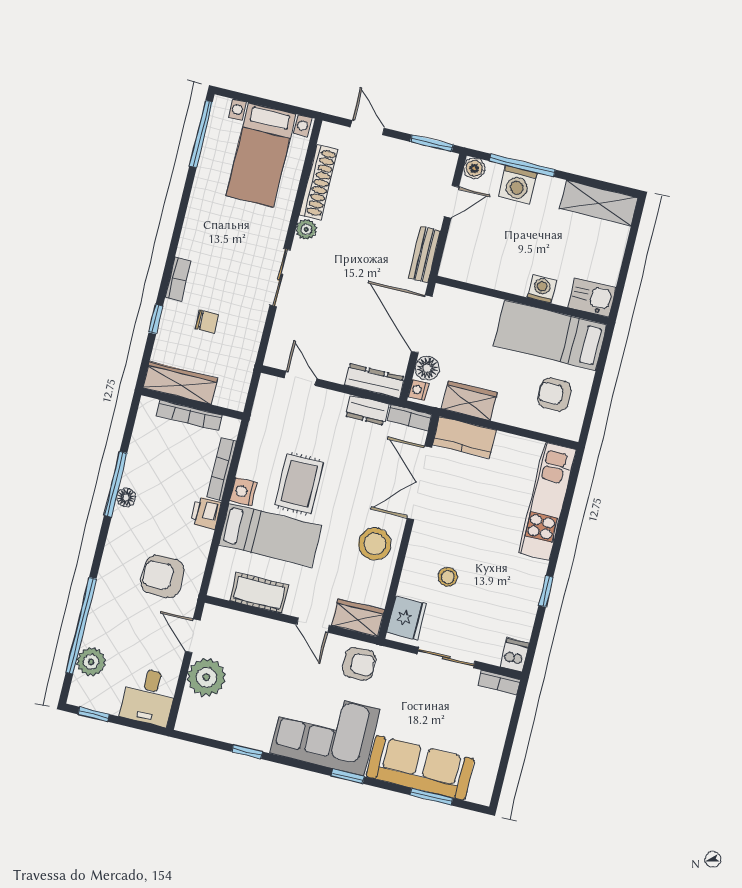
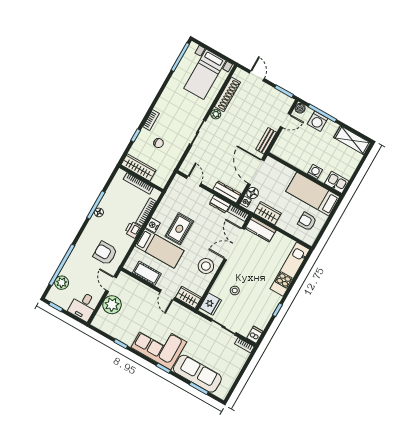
armchair: (359, 664) -> (183, 318), removed

